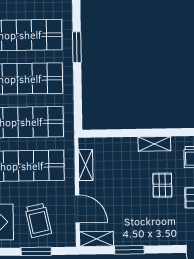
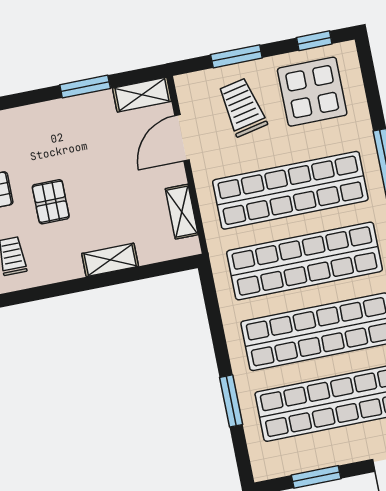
shelving: (154, 144) -> (110, 260), moved
door: (77, 209) -> (182, 138), hinge flipped

